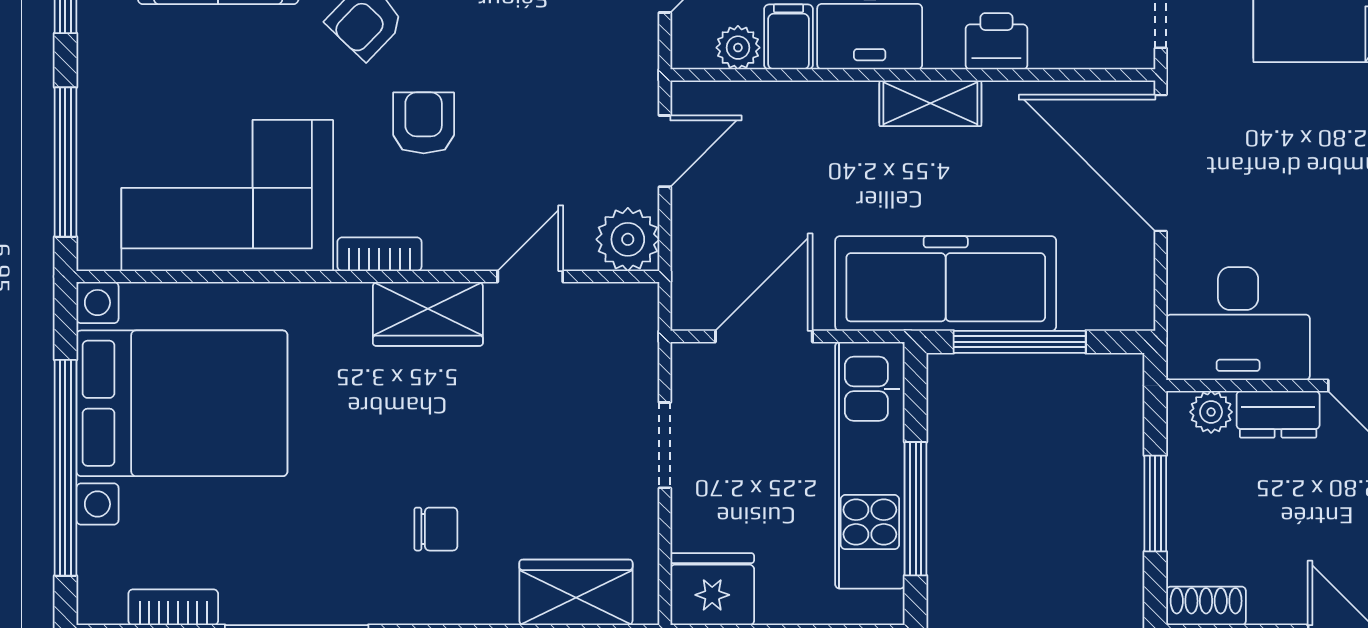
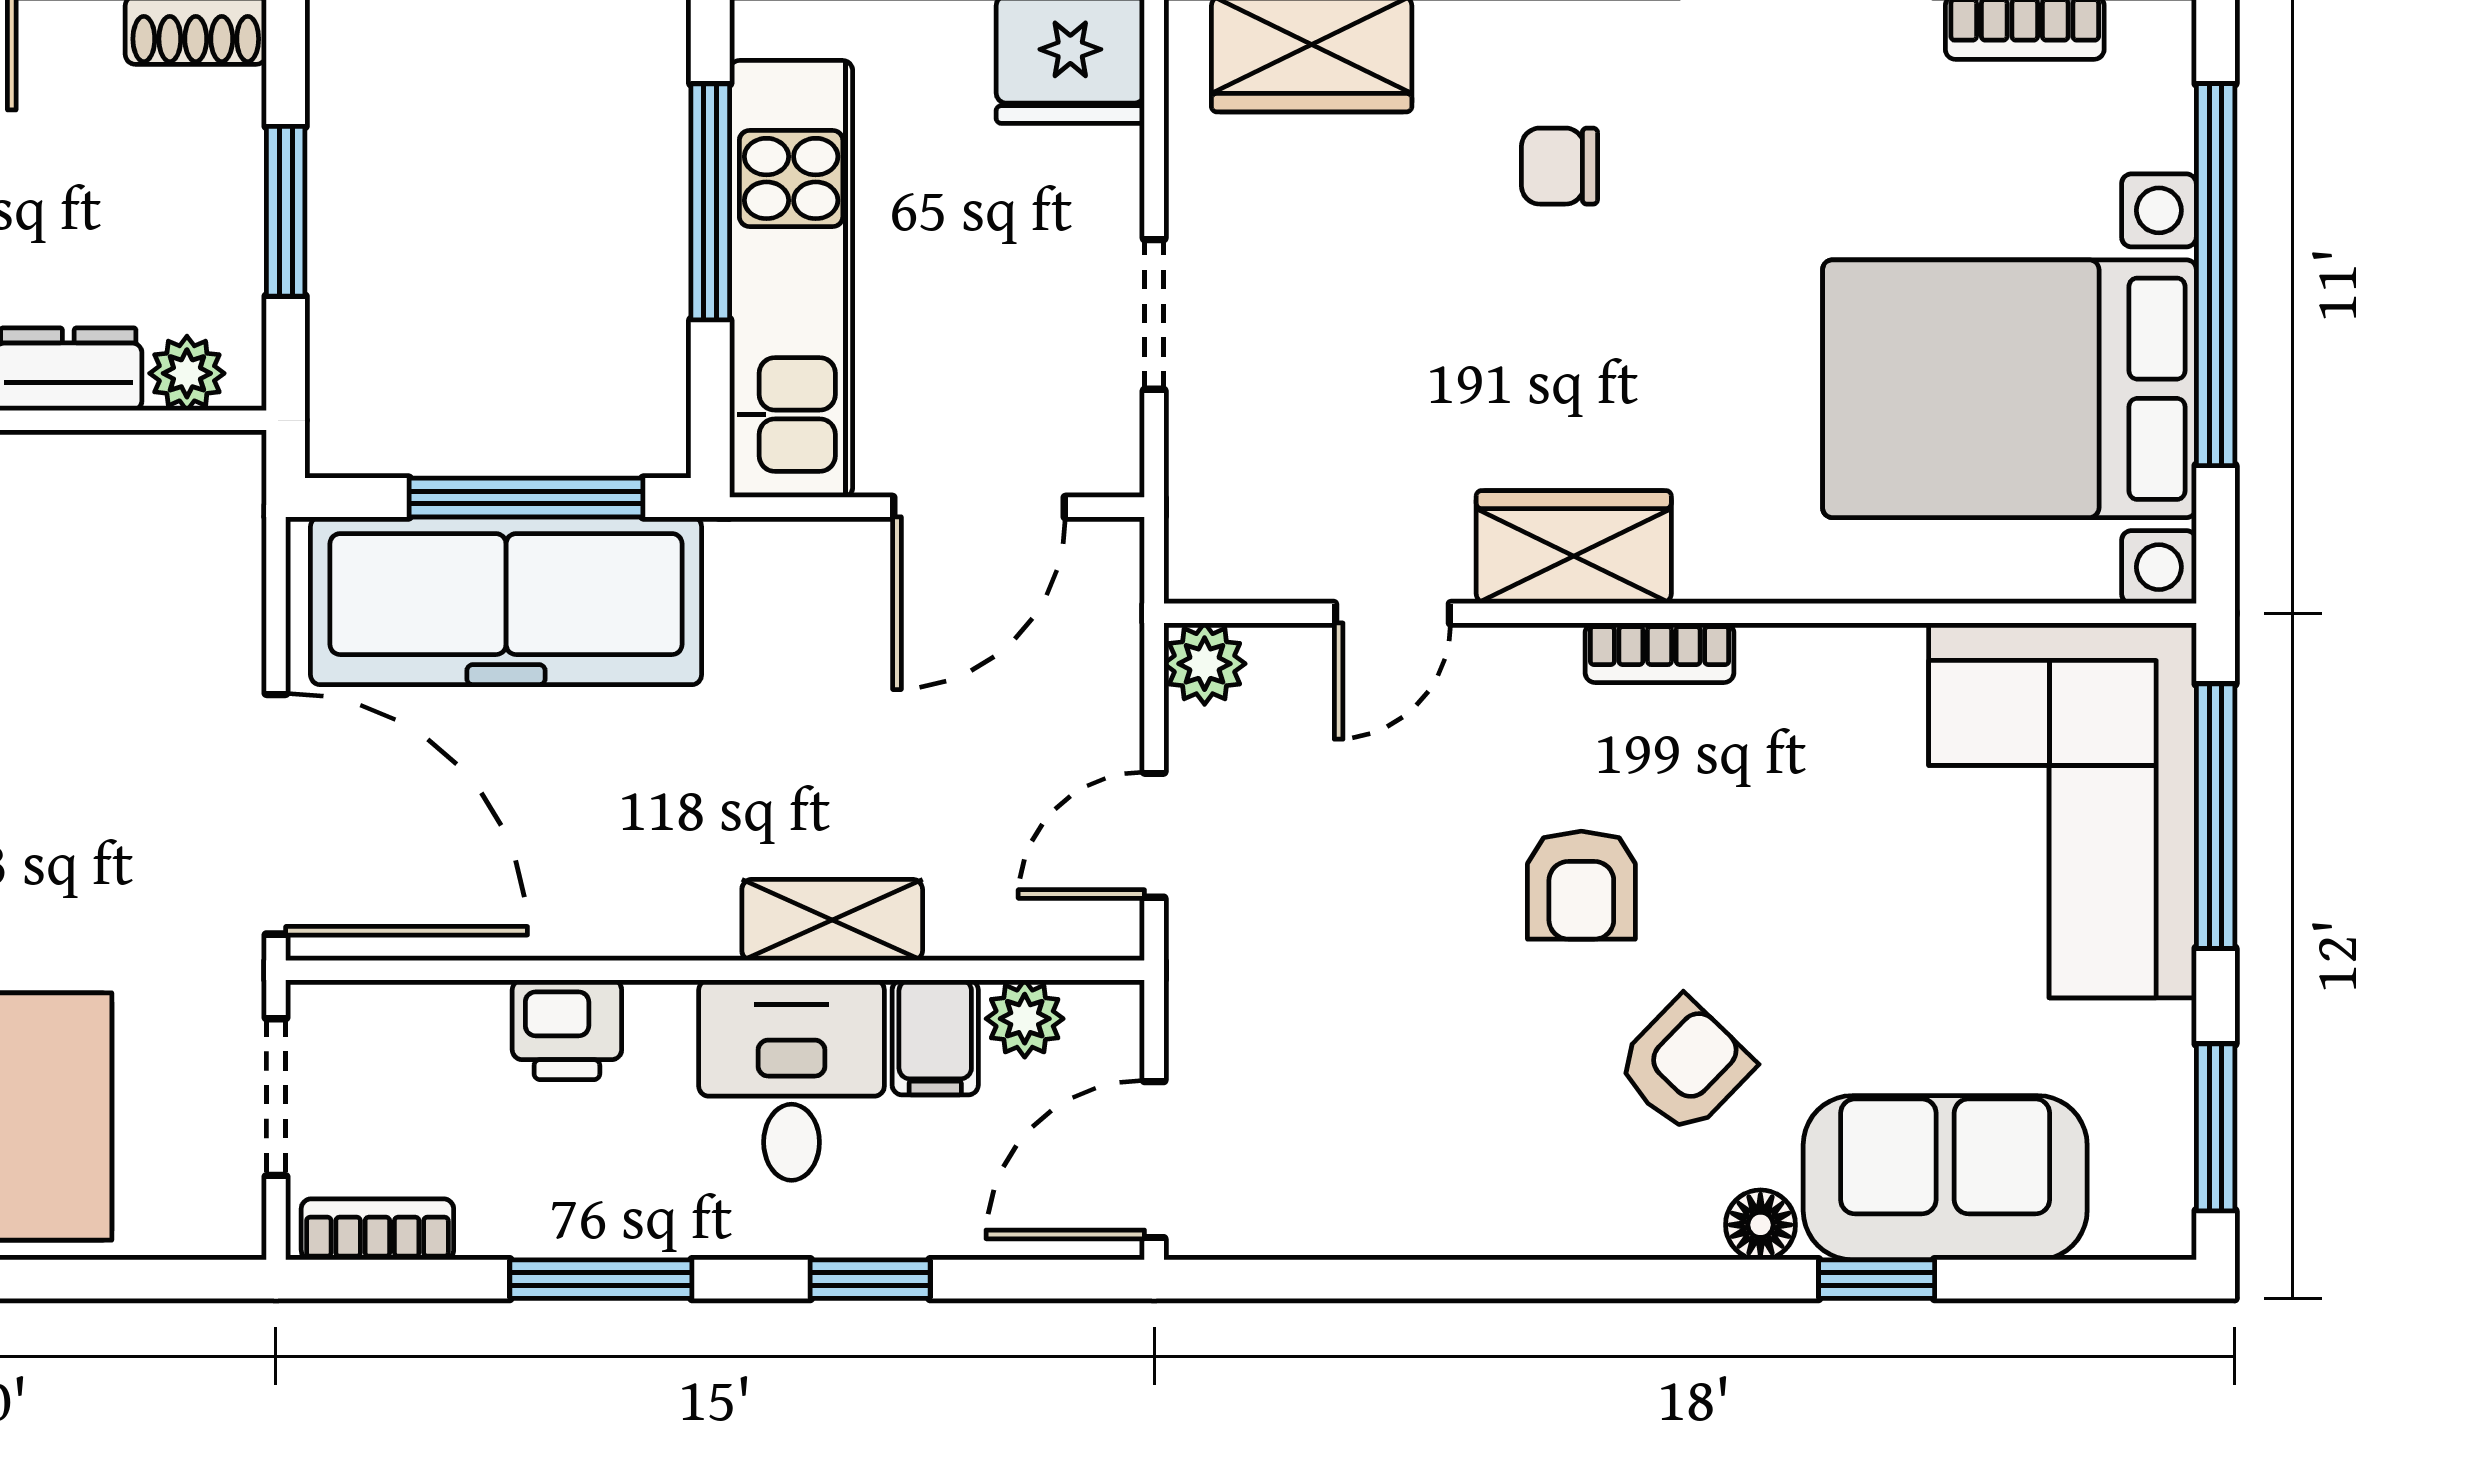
shelving: (930, 103) -> (832, 920), moved
corner sofa: (227, 195) -> (2062, 810), moved, turned 90
plant: (628, 239) -> (1205, 664), width x0.73, depth x0.73
freezer: (946, 284) -> (506, 601), moved
desk: (1238, 324) -> (139, 530), removed

